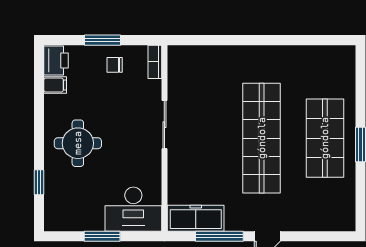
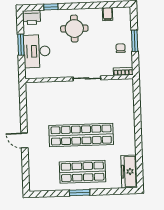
printer: (56, 60) -> (32, 17), moved
desk: (133, 209) -> (37, 51), moved
freezer: (196, 218) -> (129, 171), moved, turned 180
window: (219, 236) -> (23, 113), removed

